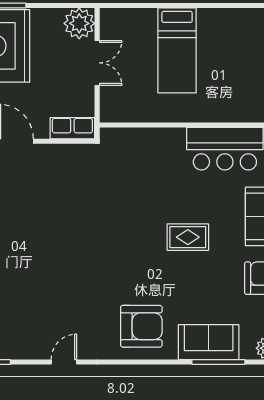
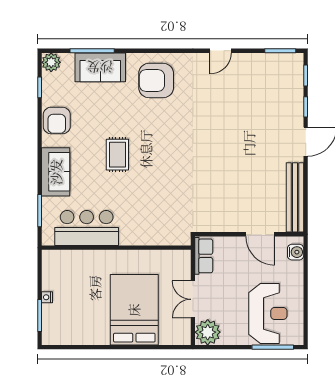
bed: (177, 50) -> (134, 310), width x1.50
row of seats: (72, 128) -> (204, 256), moved, turned -90
rug: (188, 237) -> (117, 155), turned 90

